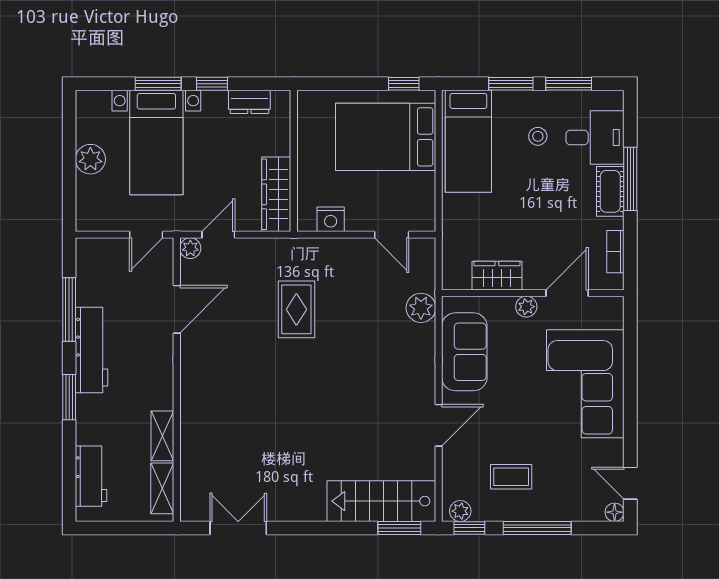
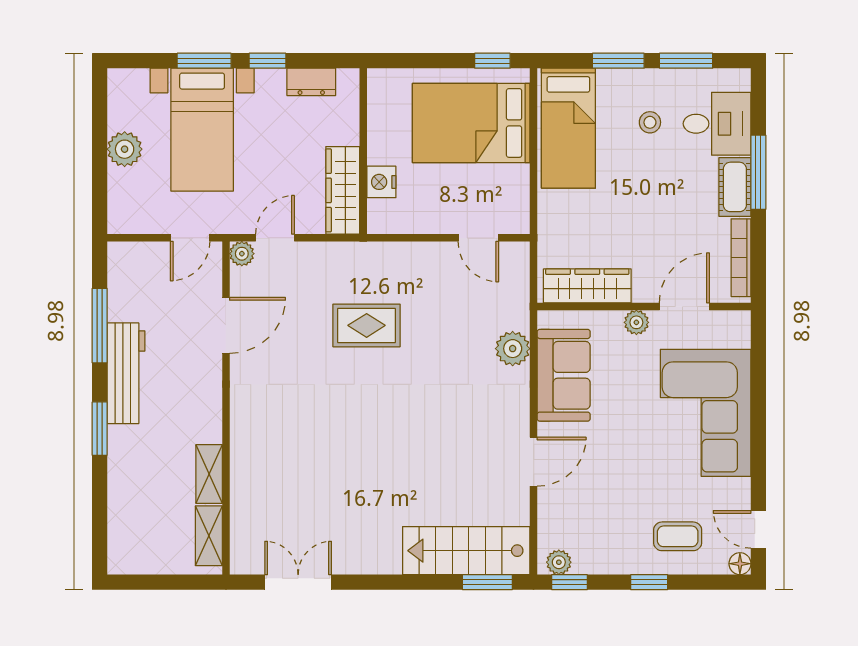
nightstand: (331, 219) -> (381, 182), moved, turned 90
bookcase: (615, 252) -> (741, 258), width x1.56
wardrobe: (497, 276) -> (587, 286), width x1.50
plant: (421, 308) -> (513, 349), moved
rug: (296, 309) -> (367, 325), turned 90
workbench: (91, 476) -> (125, 521), removed
coffee table: (511, 477) -> (678, 536), moved
window: (537, 528) -> (649, 582), width x0.46

